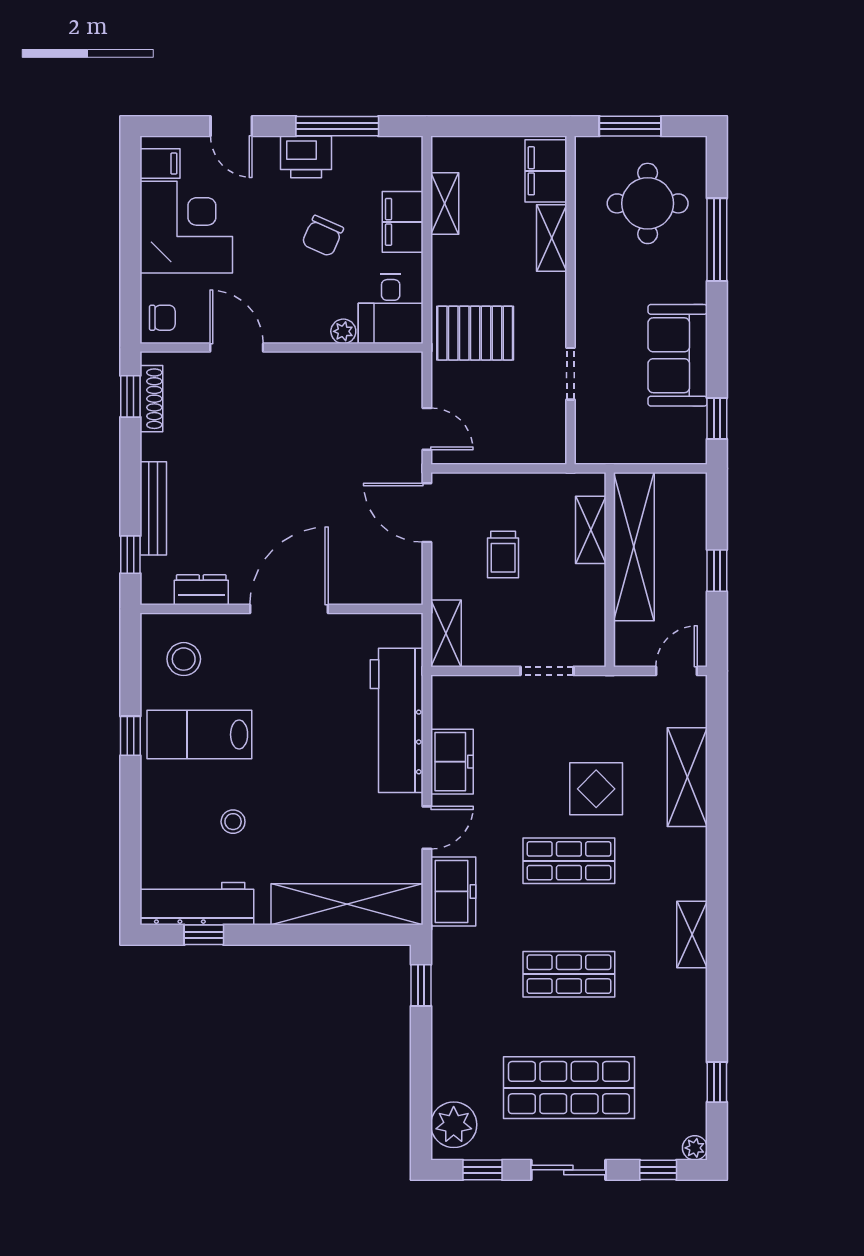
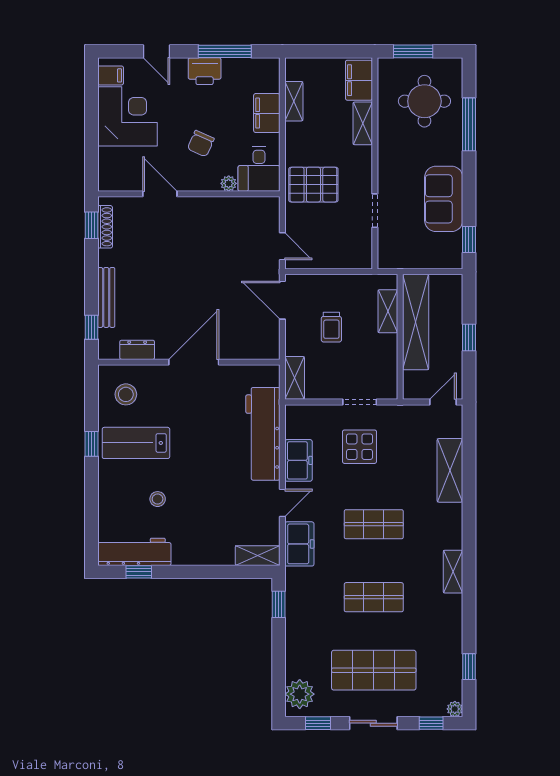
chair: (323, 236) -> (201, 144), moved
chair: (162, 318) -> (112, 175), removed
display table: (596, 789) -> (360, 447), moved
shelving: (347, 904) -> (258, 556), width x0.45, depth x0.75

